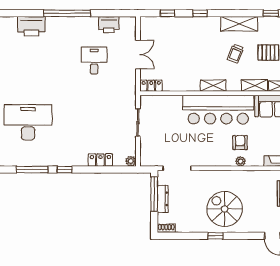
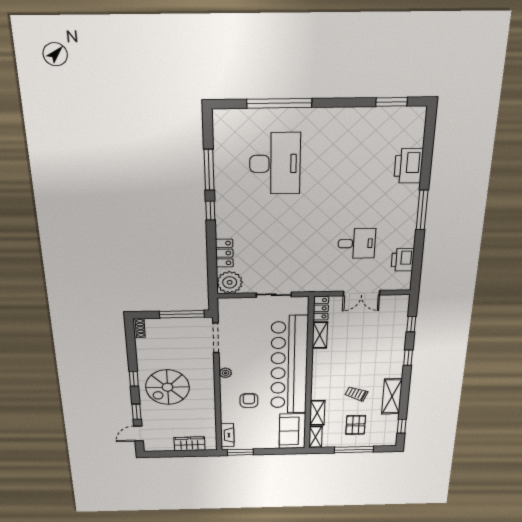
window: (67, 13) -> (422, 210), width x0.68
shelving: (213, 86) -> (320, 335), moved
bar counter: (218, 110) -> (289, 365), width x1.36
armchair: (240, 143) -> (249, 401), turned -90
plant: (131, 161) -> (230, 282), width x1.87, depth x1.87
plant: (241, 161) -> (225, 373), moved
dresser: (163, 199) -> (176, 323), removed
spiral stairs: (225, 209) -> (167, 387), turned 180
window: (249, 236) -> (137, 412), added

